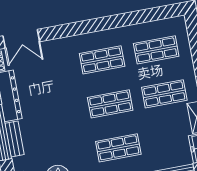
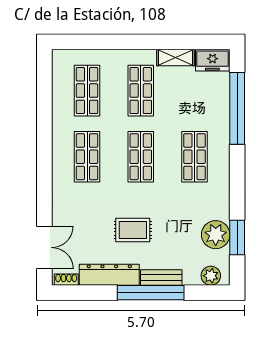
rug: (49, 108) -> (133, 230), added

